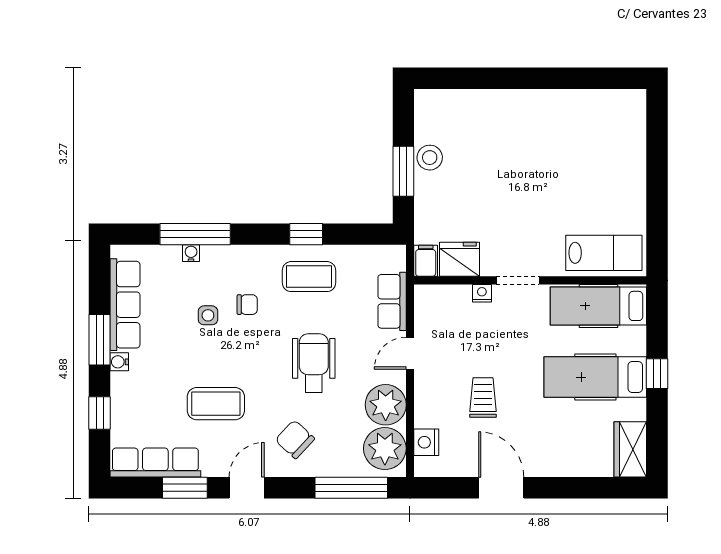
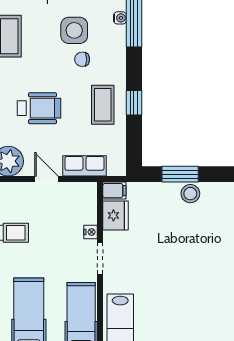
chair: (247, 305) -> (82, 59), turned 90
side table: (208, 315) -> (74, 30), width x1.87, depth x1.87

